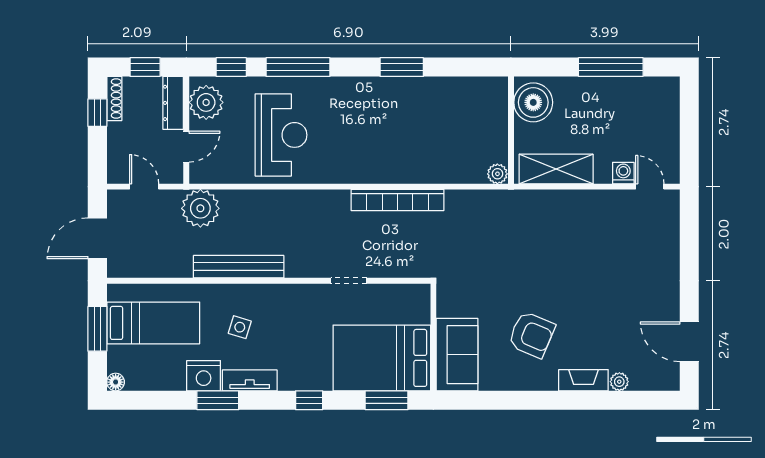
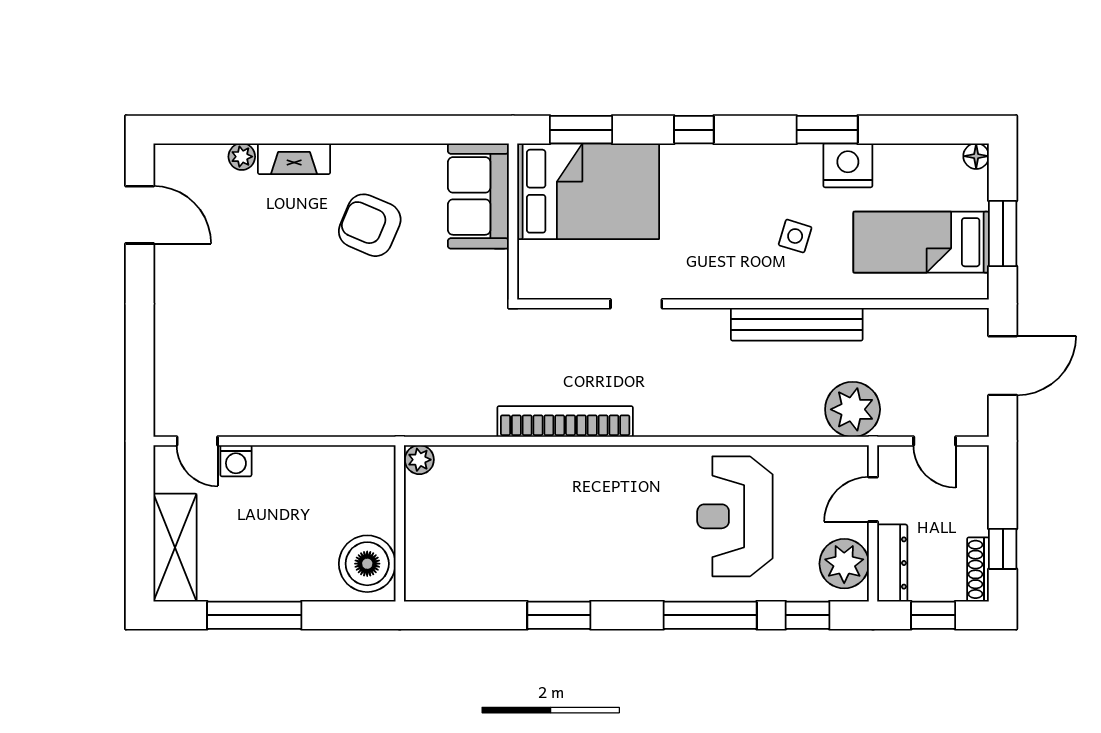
shelving: (556, 169) -> (175, 548), moved, turned 90
tv unit: (250, 380) -> (781, 159), removed

